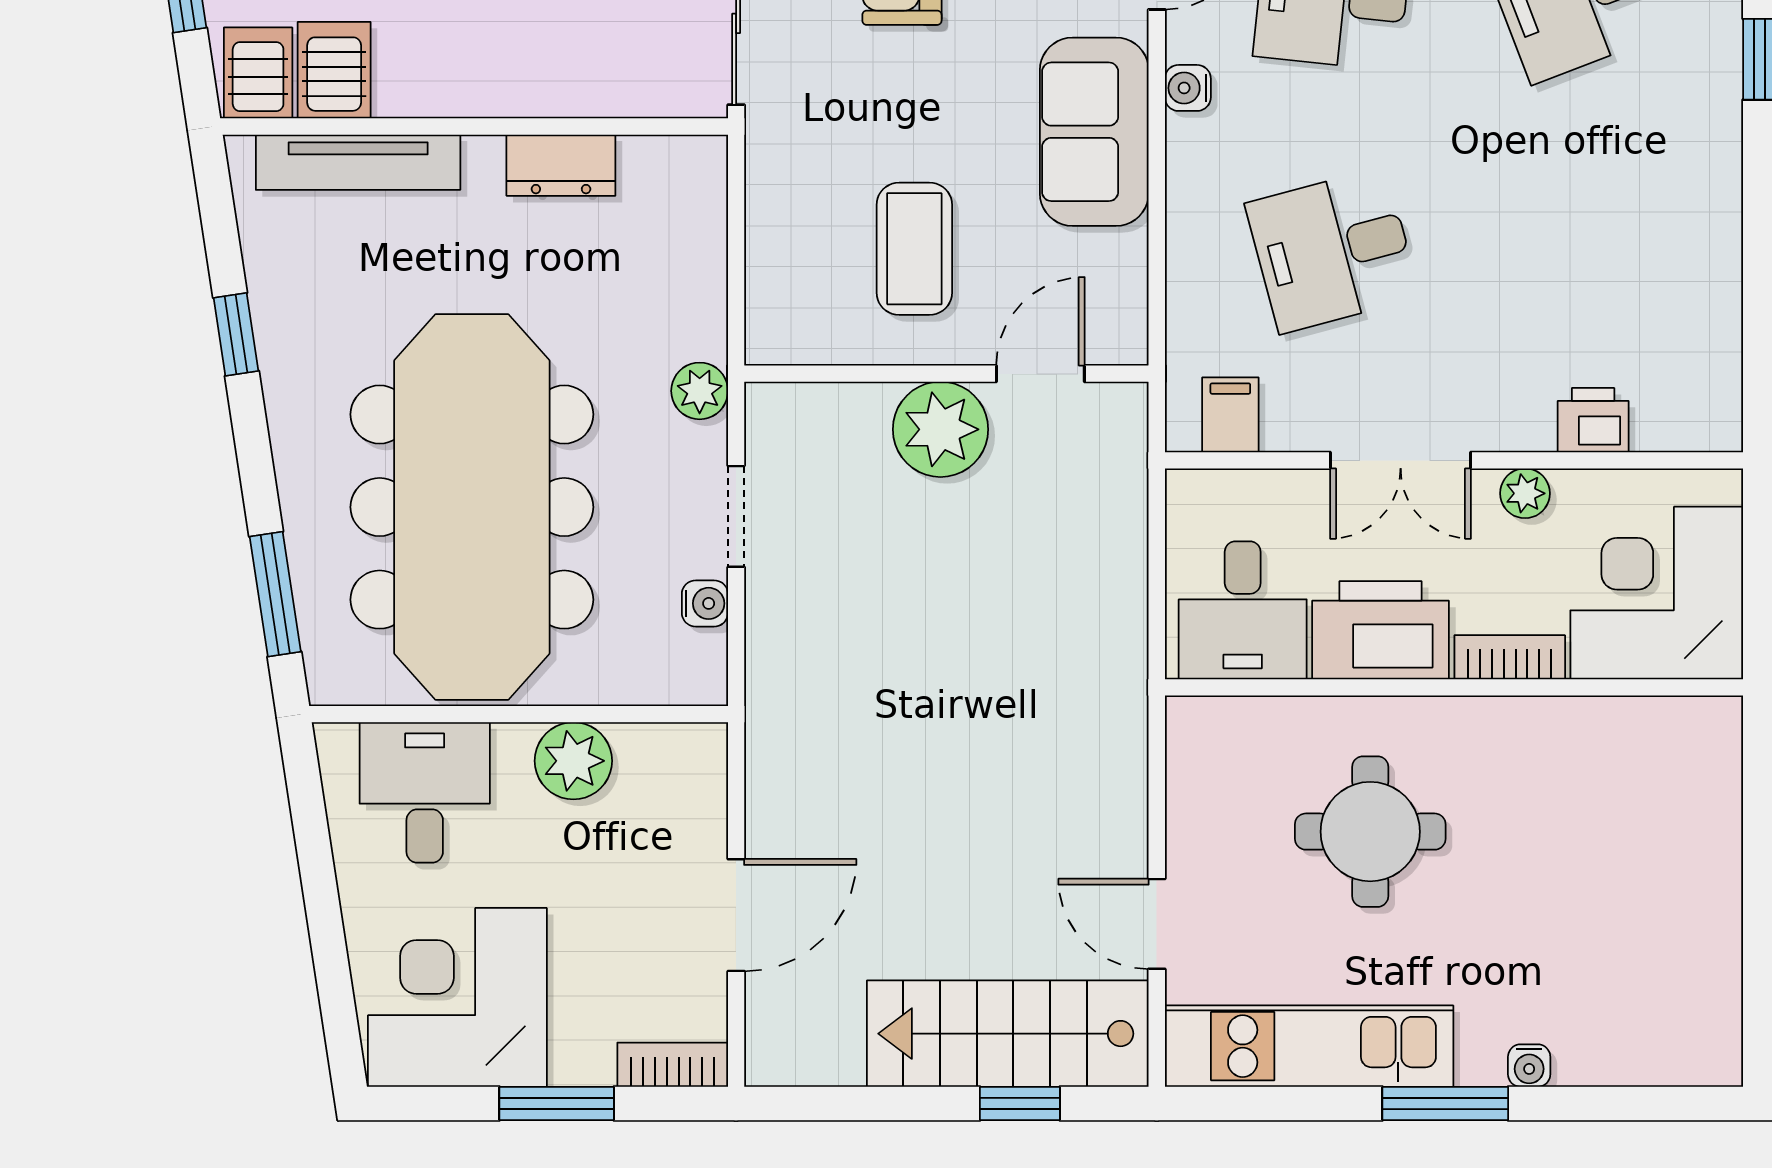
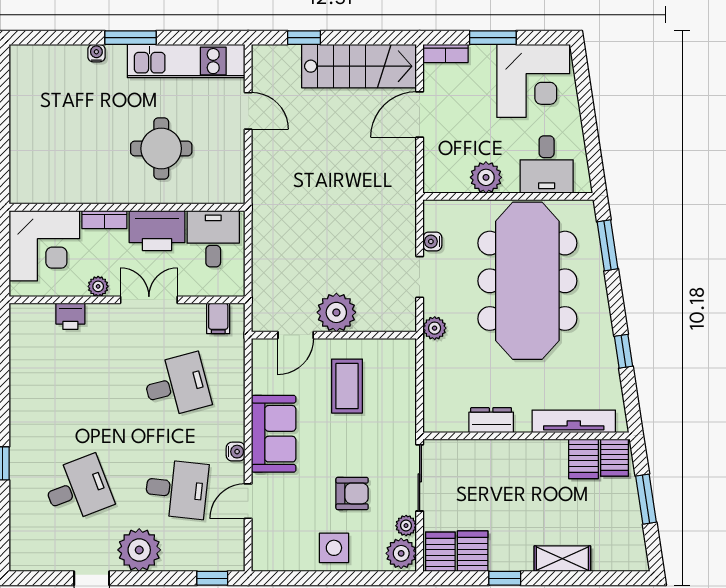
stairs: (1008, 1034) -> (359, 66), moved

